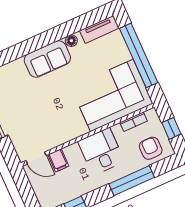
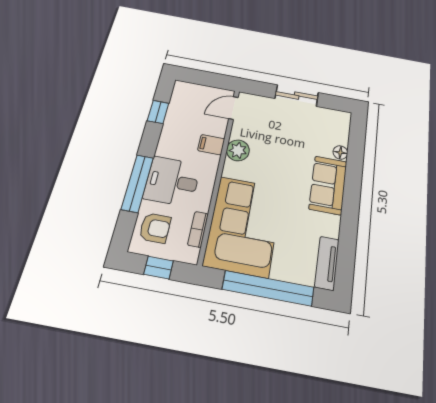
floor lamp: (71, 41) -> (340, 152), moved
plant: (65, 134) -> (238, 150), added
desk: (101, 151) -> (172, 181), moved, turned 180
filing cabinet: (58, 160) -> (211, 145), moved

